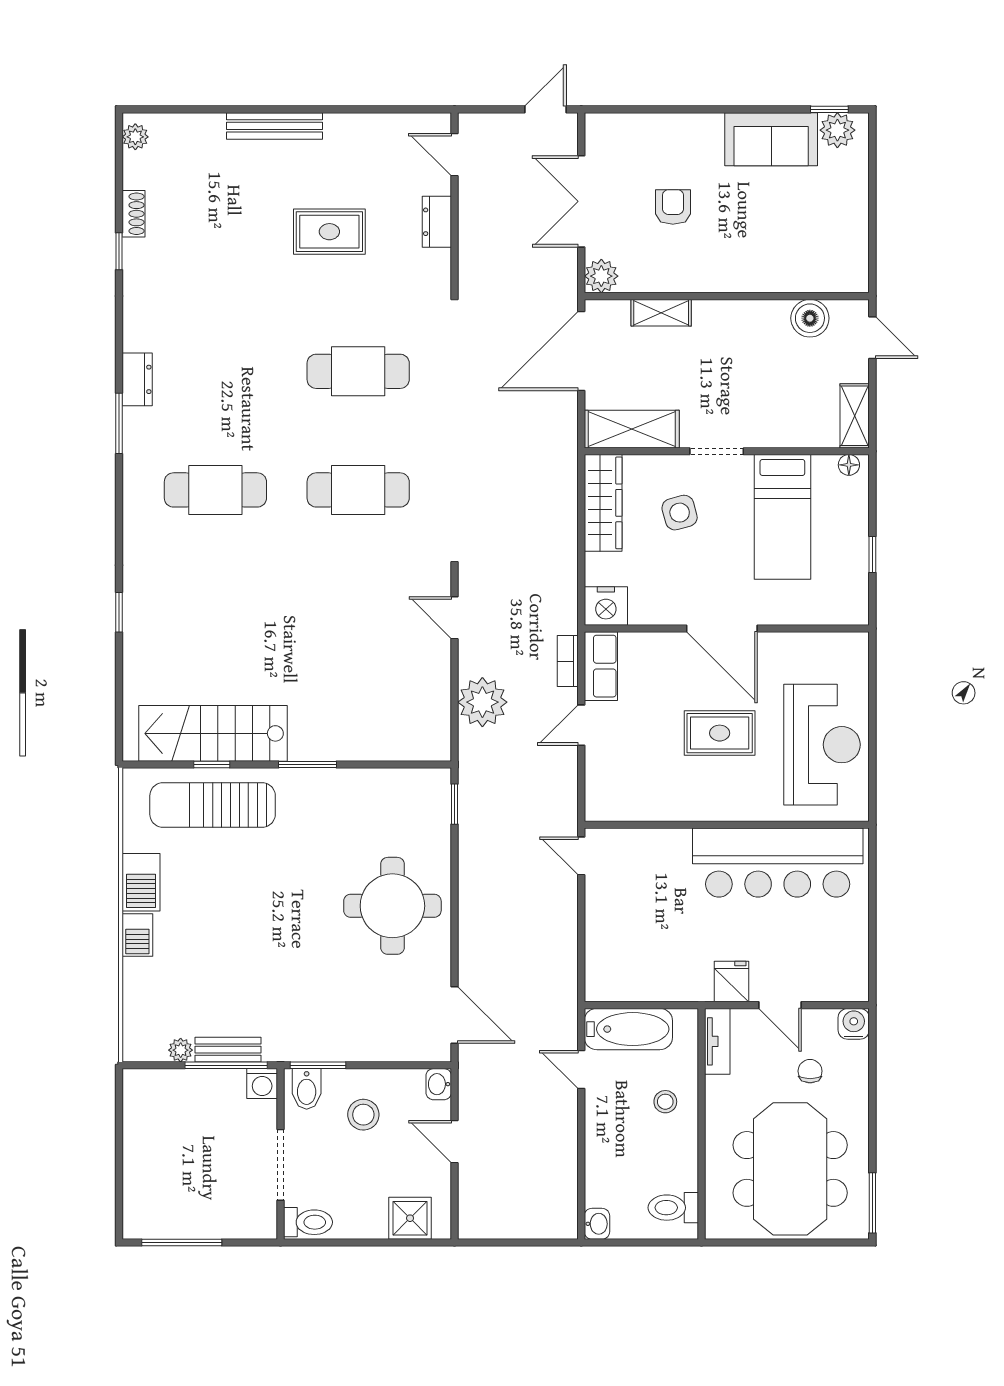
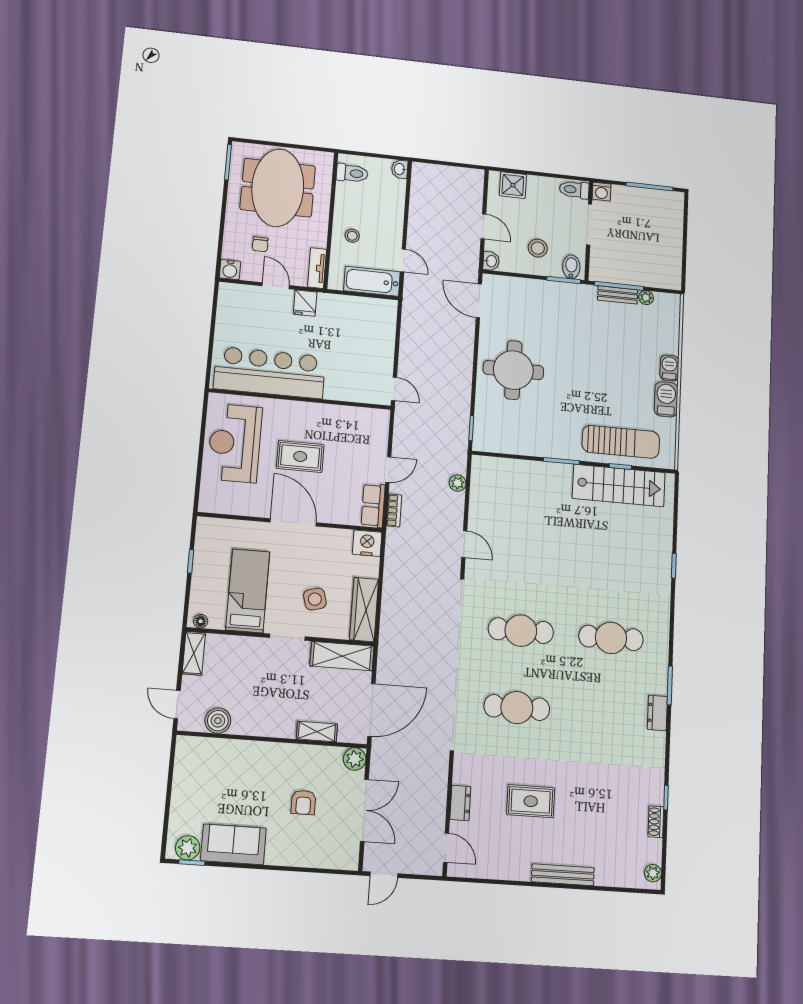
plant: (482, 702) -> (458, 483), width x0.53, depth x0.53
washing machine: (262, 1084) -> (602, 192), moved, turned 180

